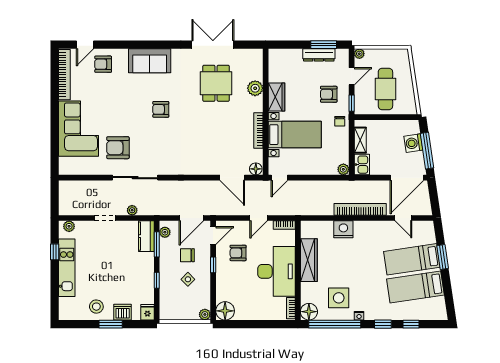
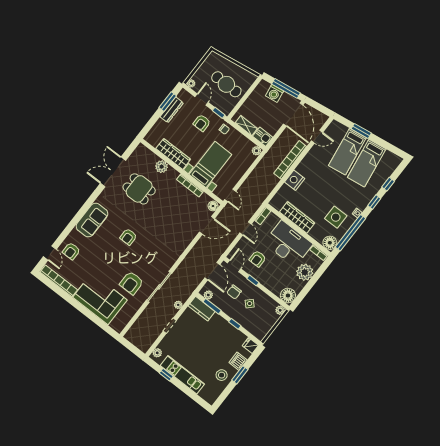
wardrobe: (276, 97) -> (173, 154), width x1.50
plant: (261, 310) -> (305, 272), added

